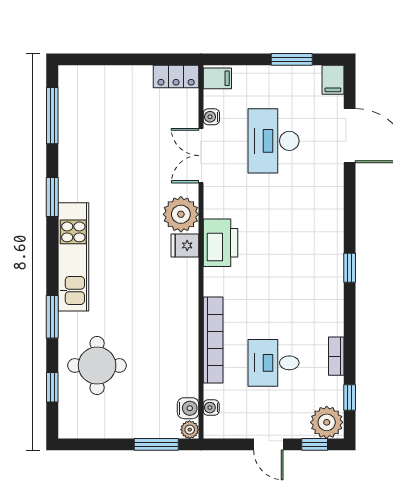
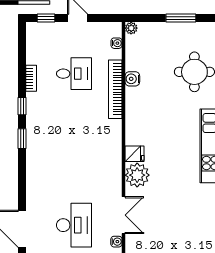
printer: (220, 243) -> (110, 156), removed
window: (350, 398) -> (22, 106), moved
water cooler: (188, 408) -> (132, 79), moved
plant: (327, 422) -> (38, 33), removed
window: (156, 444) -> (181, 18), moved

